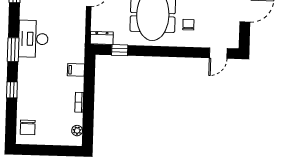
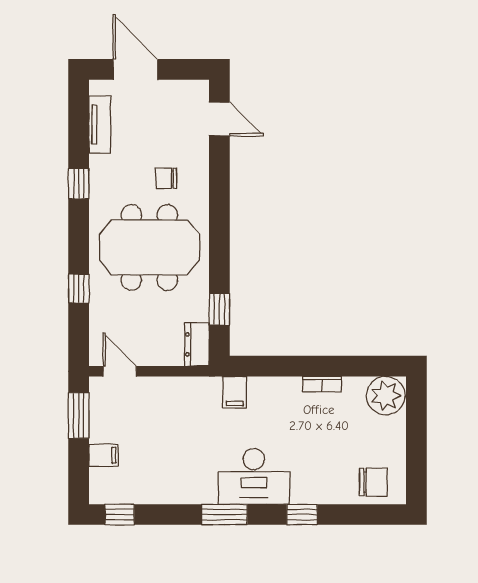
desk: (33, 39) -> (254, 476), moved
filing cabinet: (76, 70) -> (235, 392), moved
plant: (77, 131) -> (386, 396), width x1.87, depth x1.87

